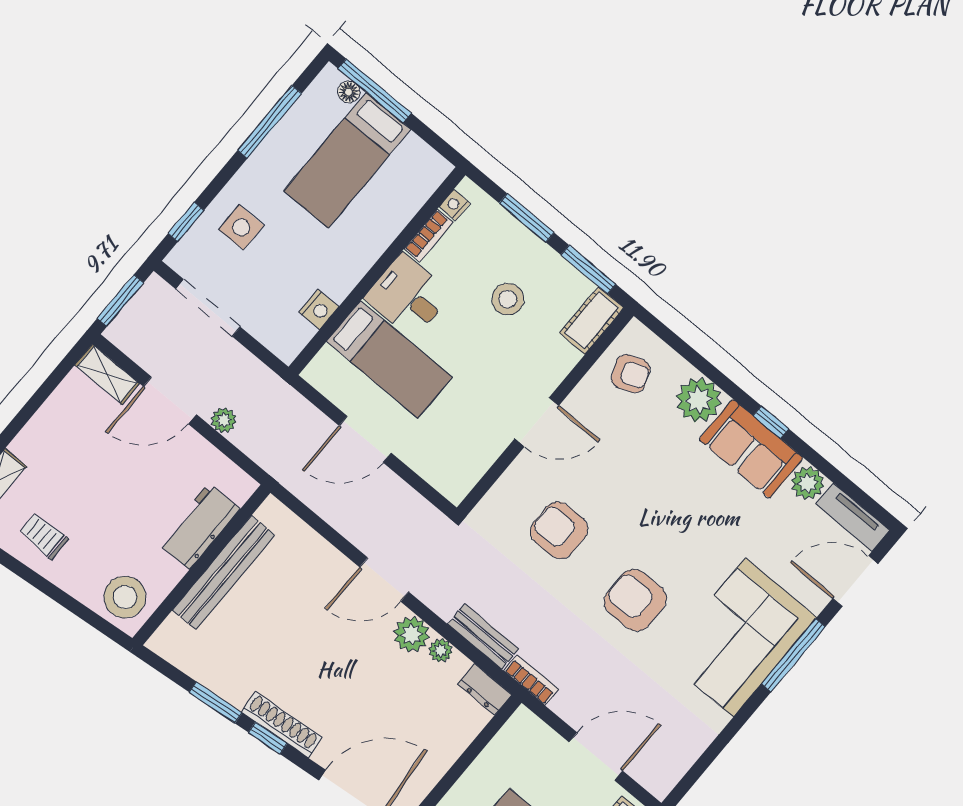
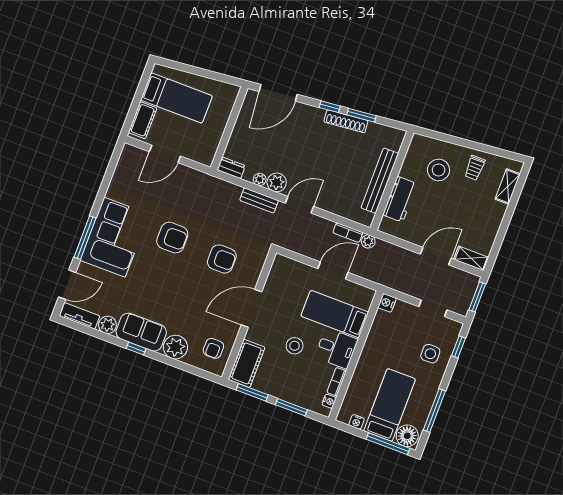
floor lamp: (349, 92) -> (407, 436), width x1.89, depth x1.89
nightstand: (418, 150) -> (357, 422), added
stool: (508, 299) -> (295, 346), moved
doorway: (208, 308) -> (433, 308), width x0.73
nightstand: (319, 309) -> (387, 303), moved
cot: (592, 320) -> (247, 363), width x1.37, depth x1.34
armchair: (631, 374) -> (213, 348), turned -69
plant: (224, 420) -> (368, 241), moved
door: (537, 422) -> (251, 308), width x1.36
trolley: (44, 536) -> (475, 168), turned 90
stool: (125, 597) -> (439, 170), moved
bench: (483, 636) -> (259, 200), moved
bookcase: (531, 680) -> (348, 233), moved
shoe rack: (282, 725) -> (346, 121), moved

